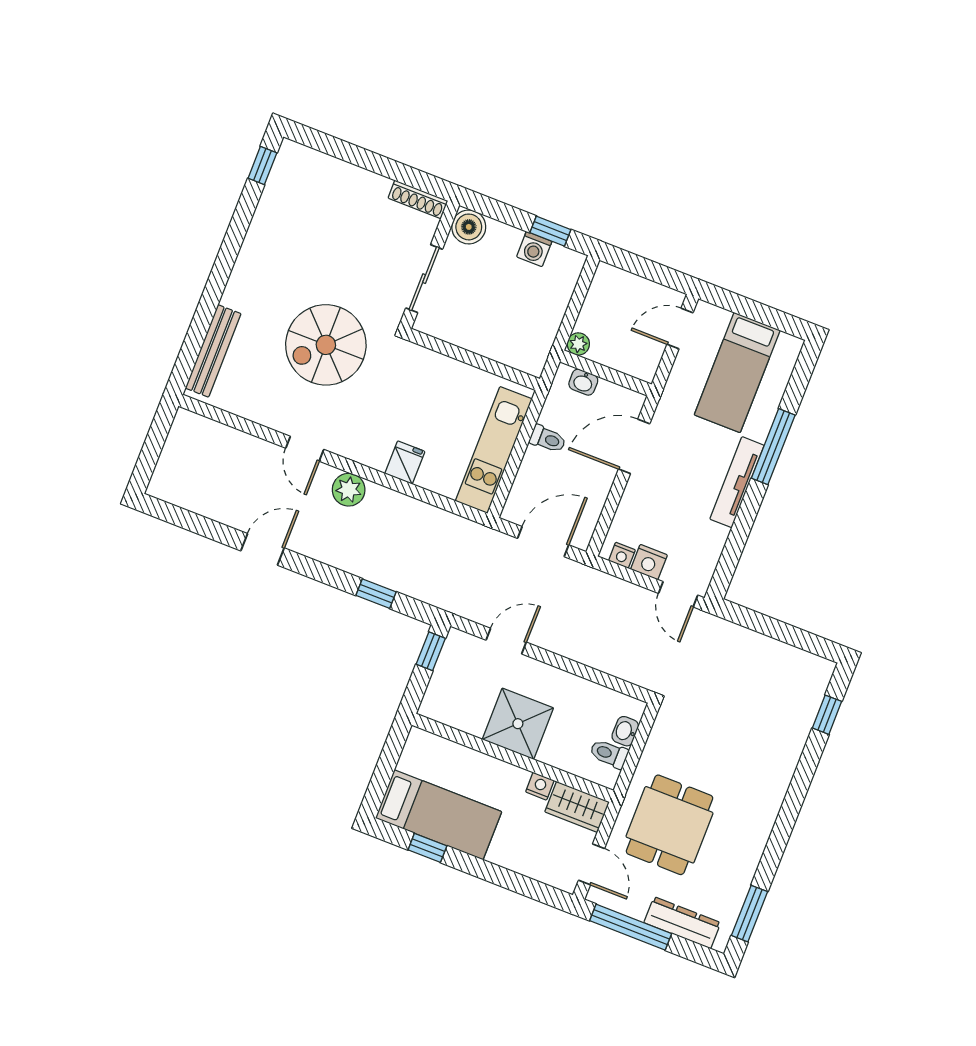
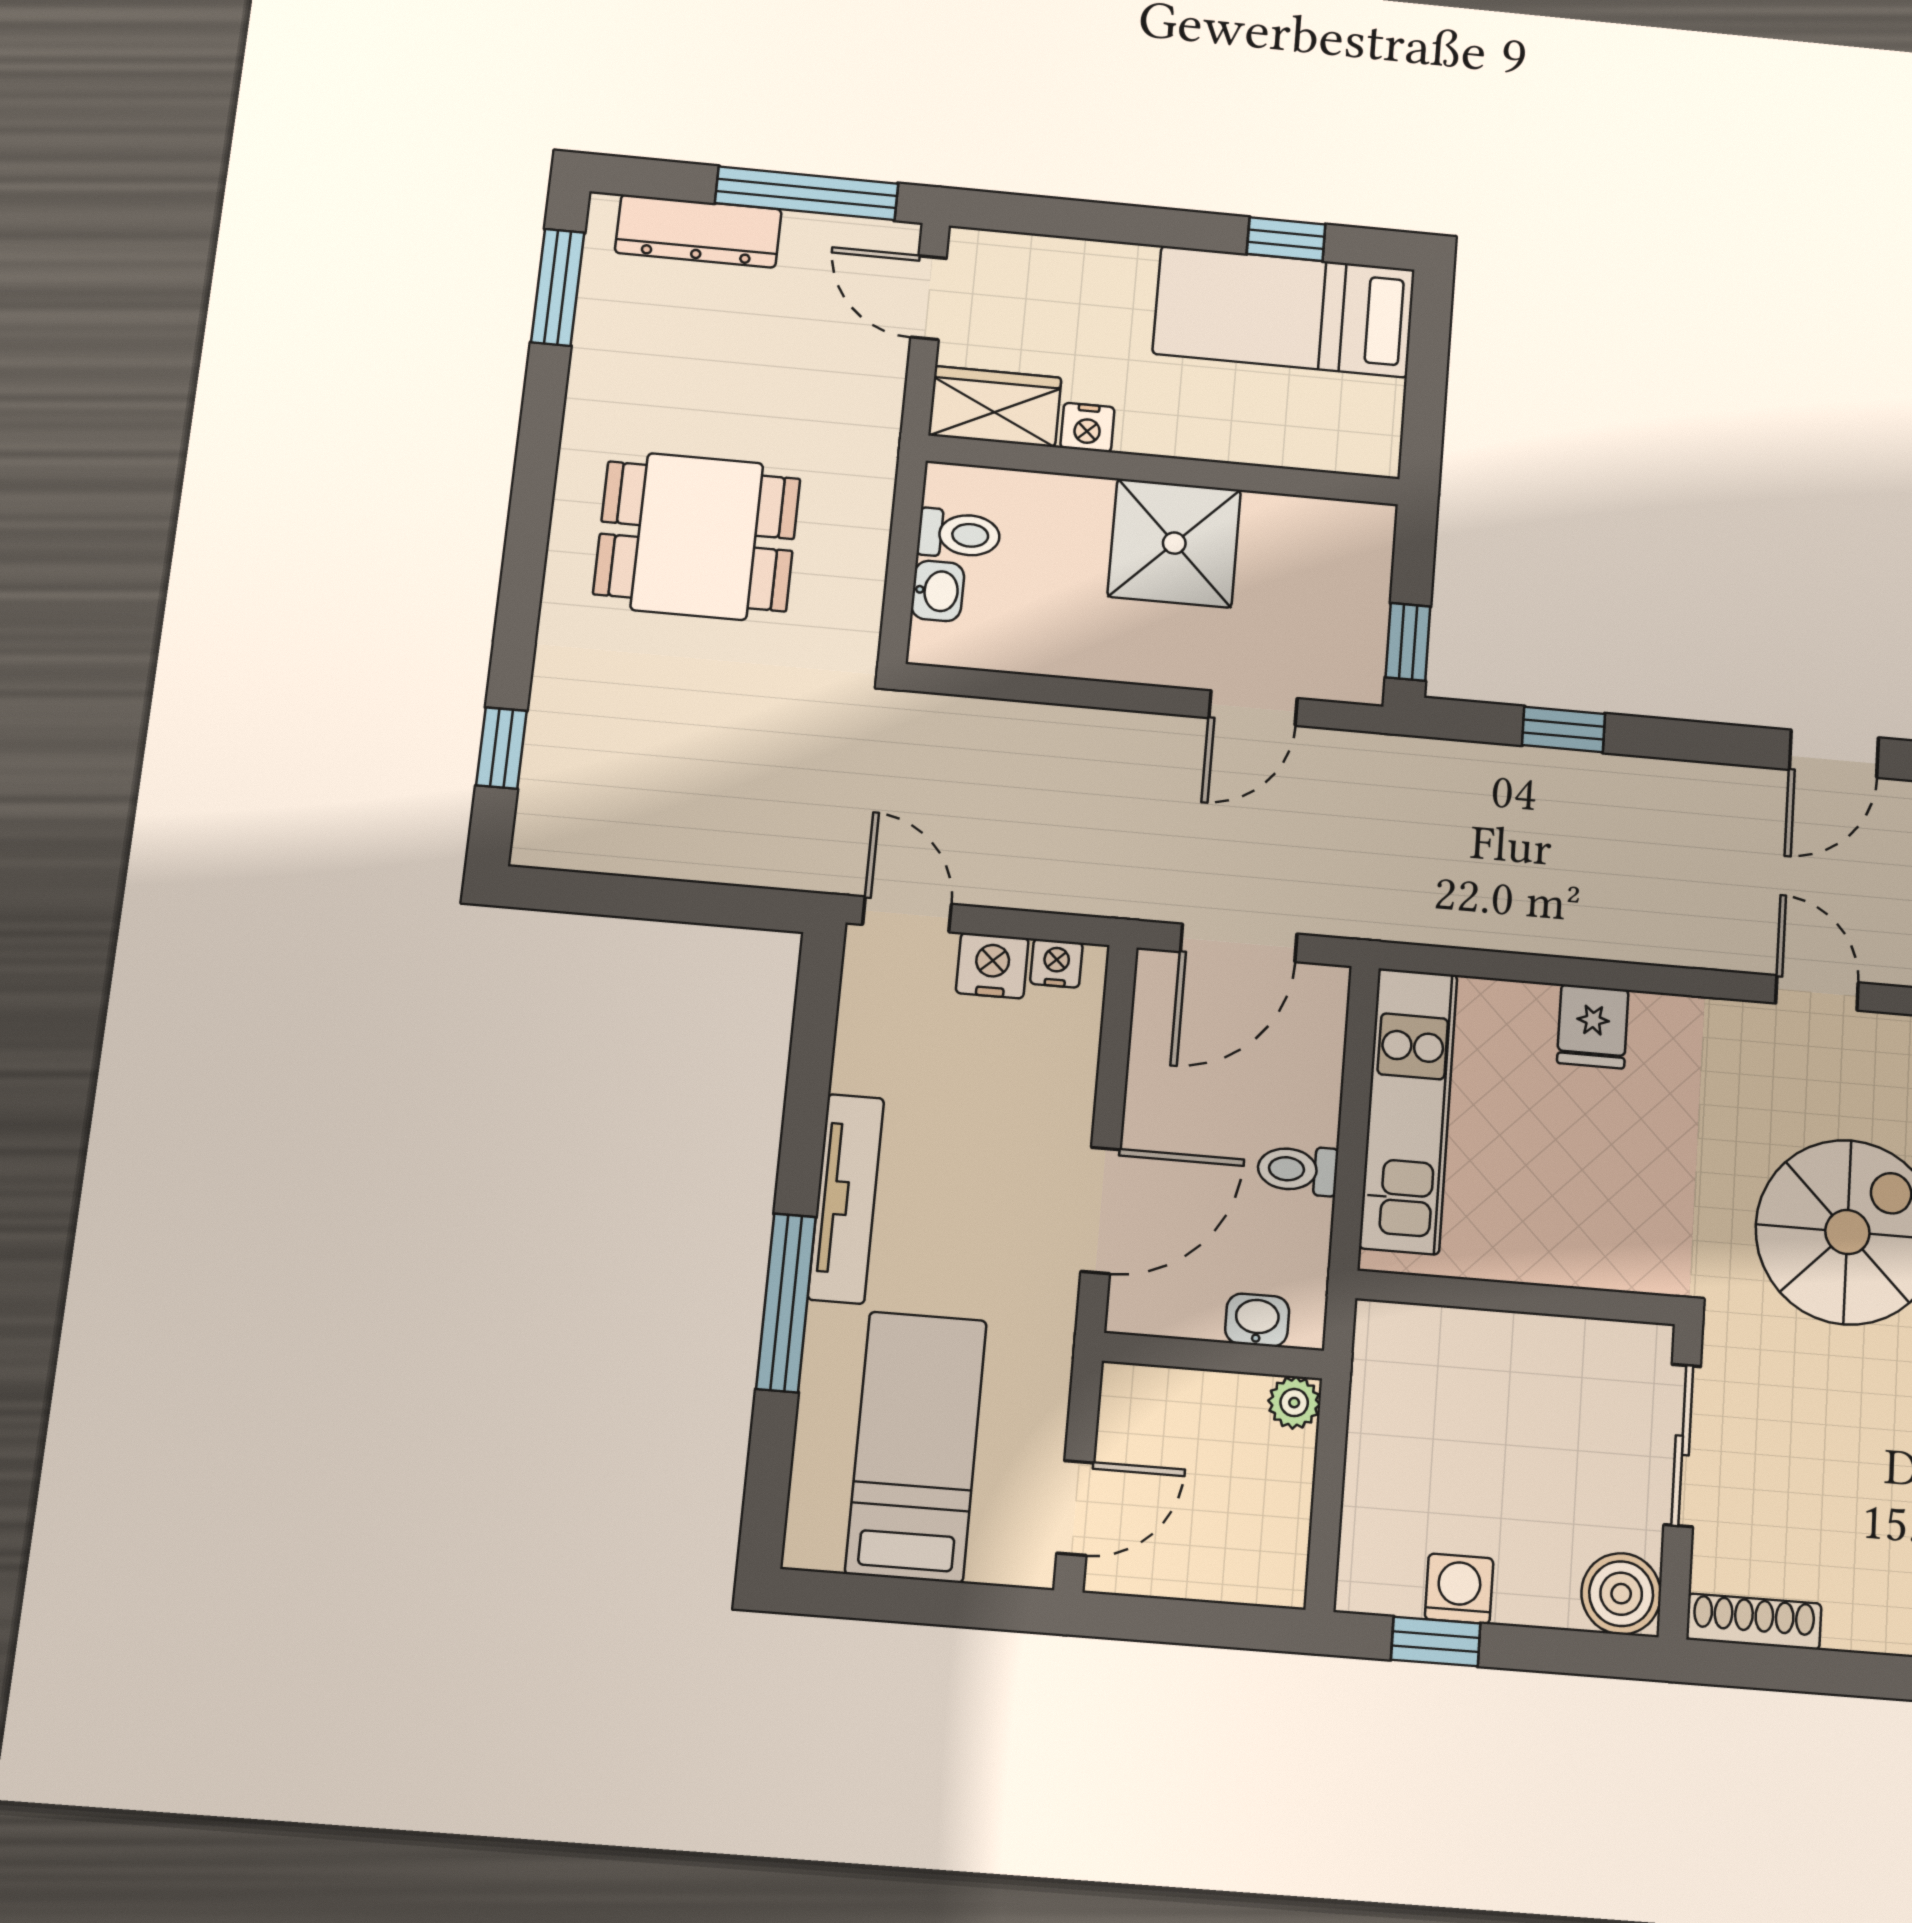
plant: (349, 490) -> (1694, 933), removed
dining table: (670, 825) -> (697, 536), moved, turned 90

